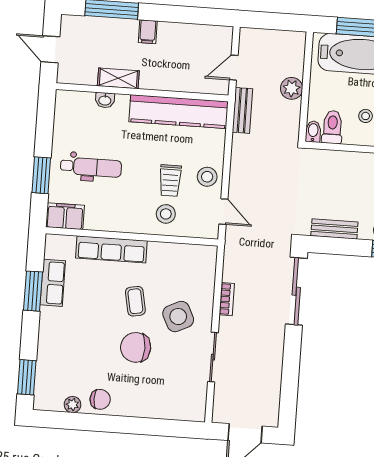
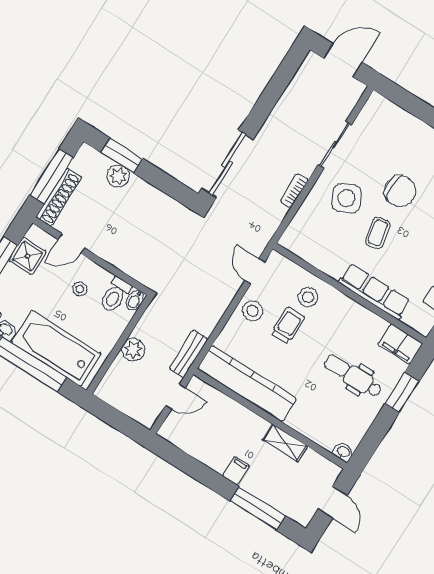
washbasin: (105, 100) -> (343, 452), moved
bench: (334, 229) -> (163, 202), removed

